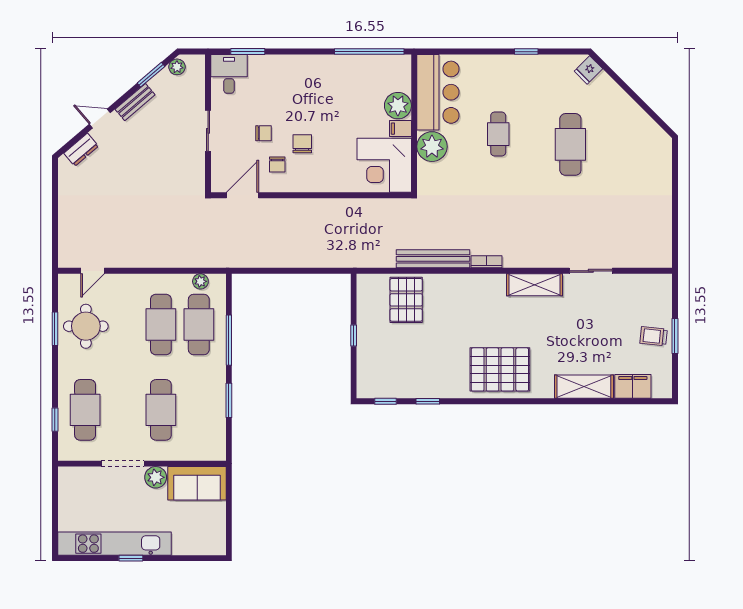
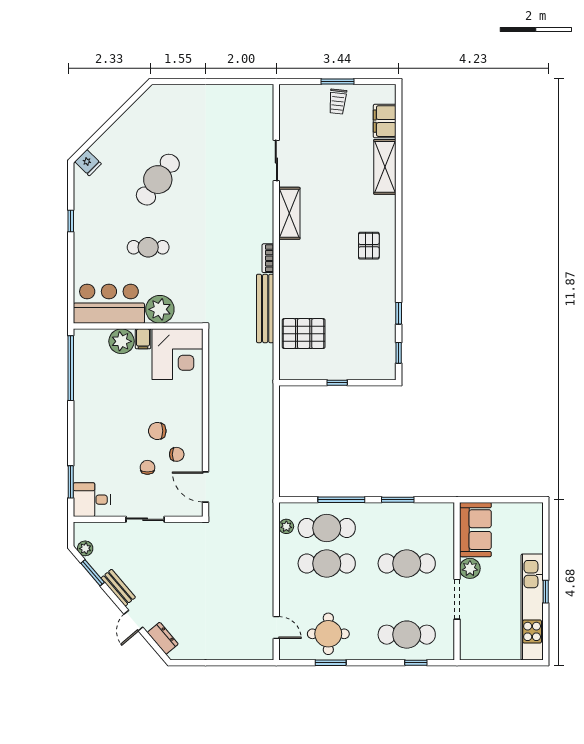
cafe table: (570, 144) -> (158, 180), turned -54
pallet: (500, 369) -> (369, 246), width x0.49, depth x0.50

